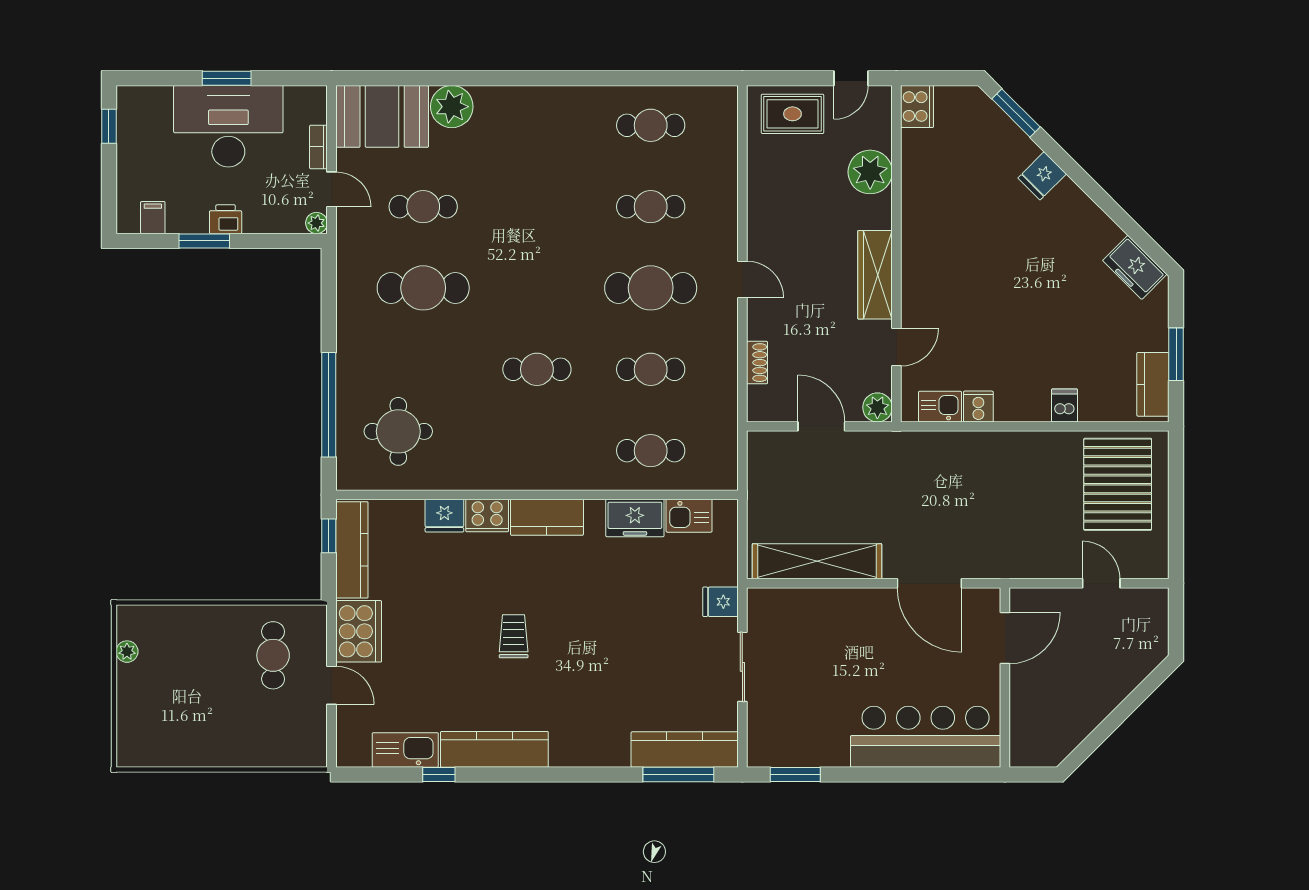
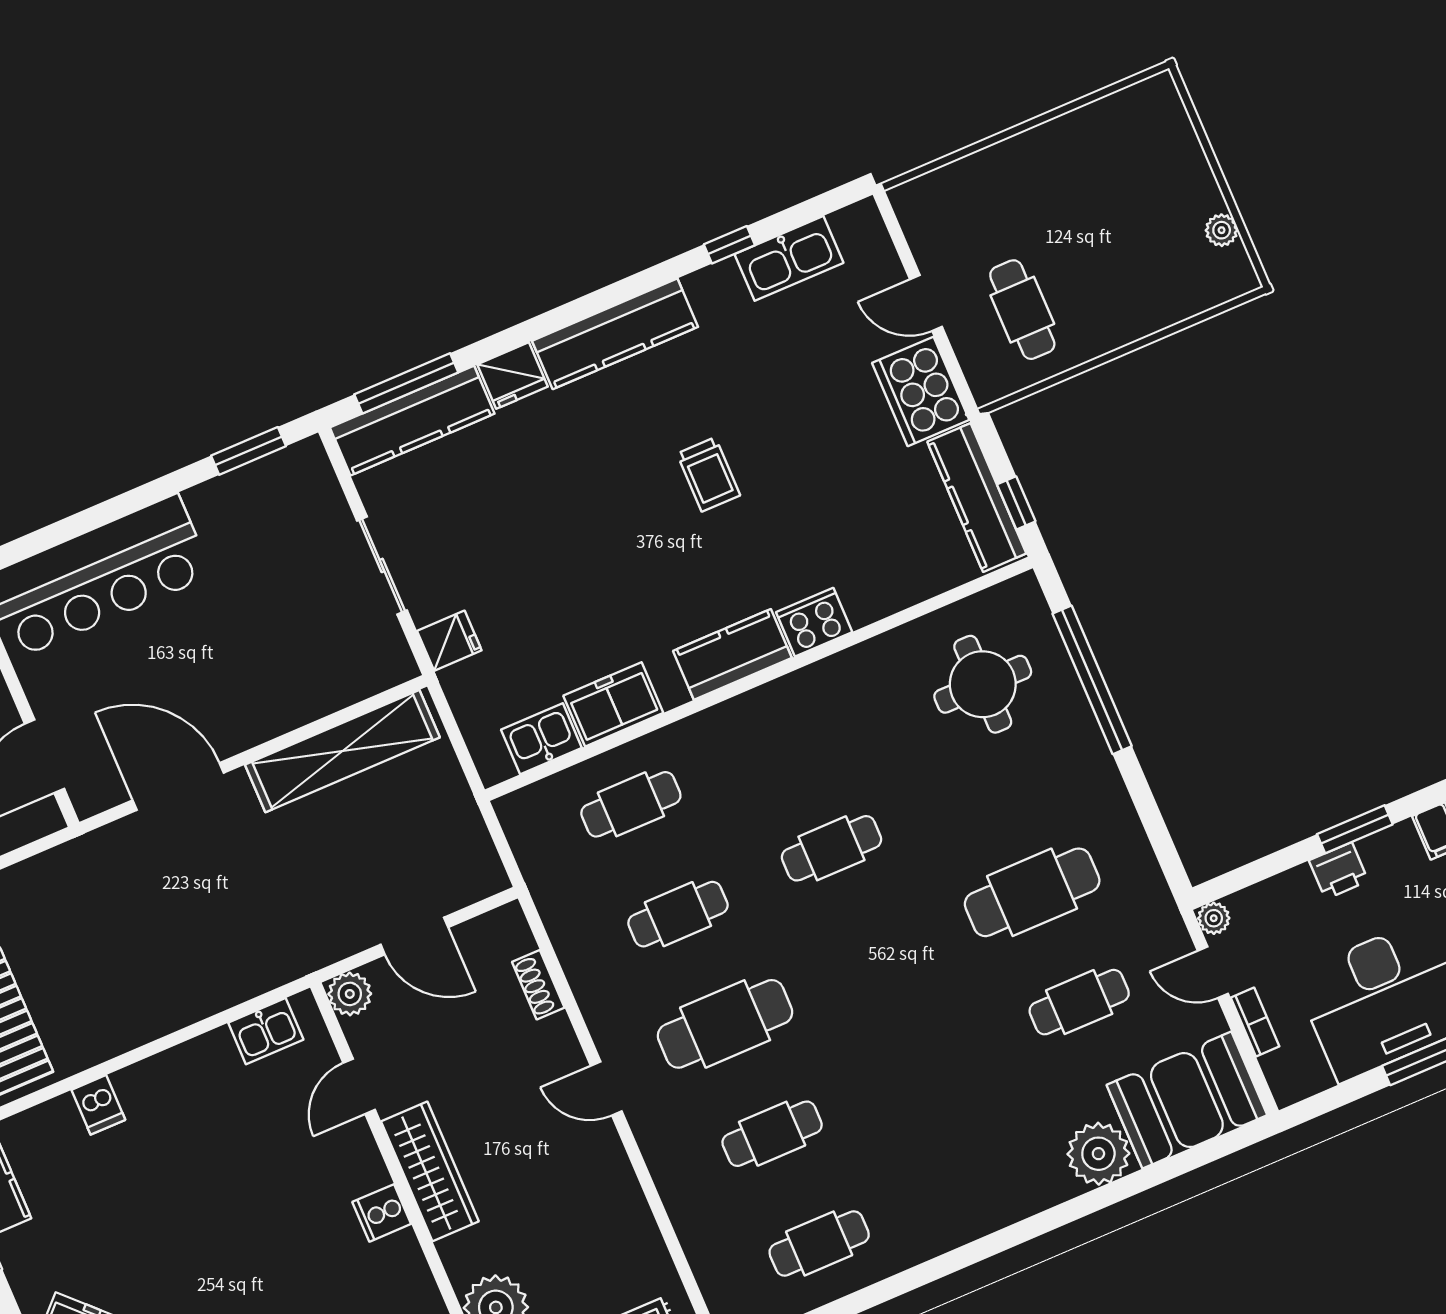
cooker: (978, 407) -> (382, 1213), moved, turned 90
fridge: (444, 516) -> (513, 376), moved, turned 180
kitchen counter: (494, 749) -> (615, 334), moved

